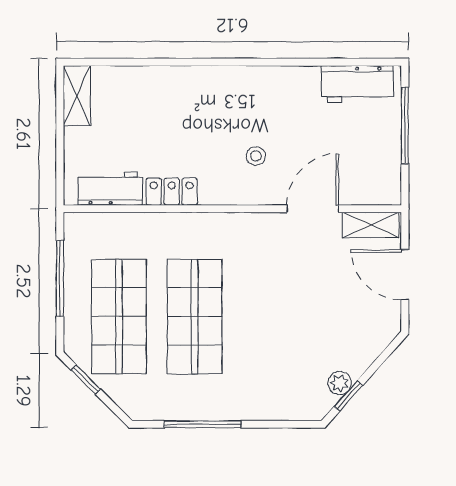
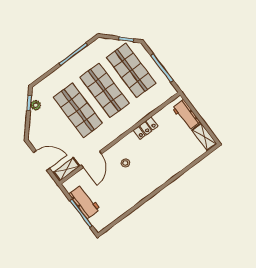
workbench: (357, 84) -> (84, 202), moved, turned 90
workbench: (110, 189) -> (186, 115), moved, turned 90
shop shelf: (270, 316) -> (78, 110), added

